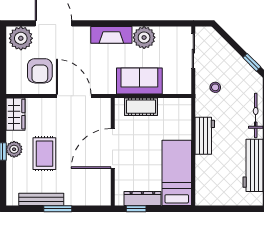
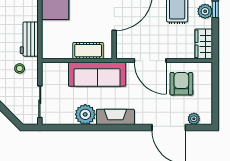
plant: (21, 38) -> (194, 119), width x0.53, depth x0.53
sofa: (139, 81) -> (97, 74), width x1.36
workbench: (205, 136) -> (29, 39), moved

